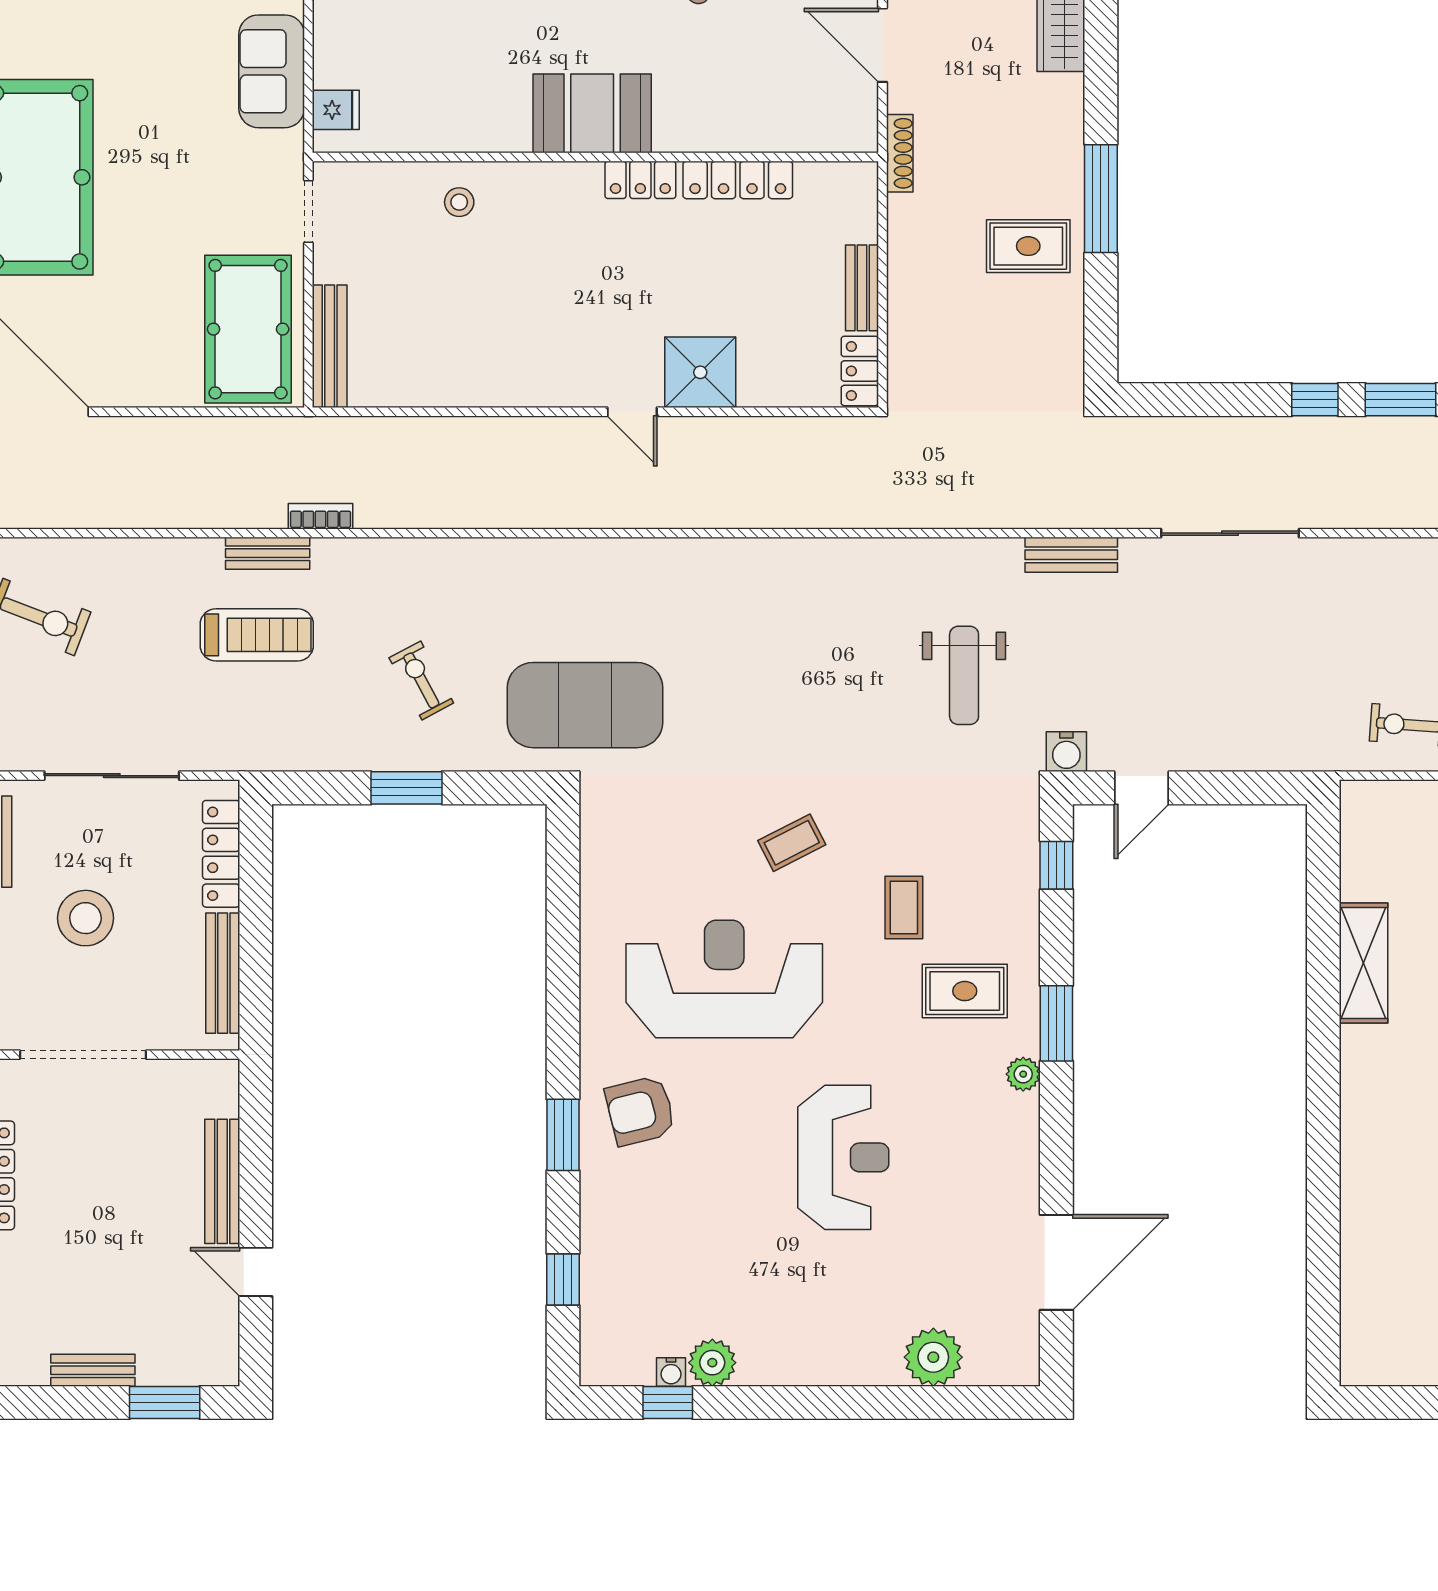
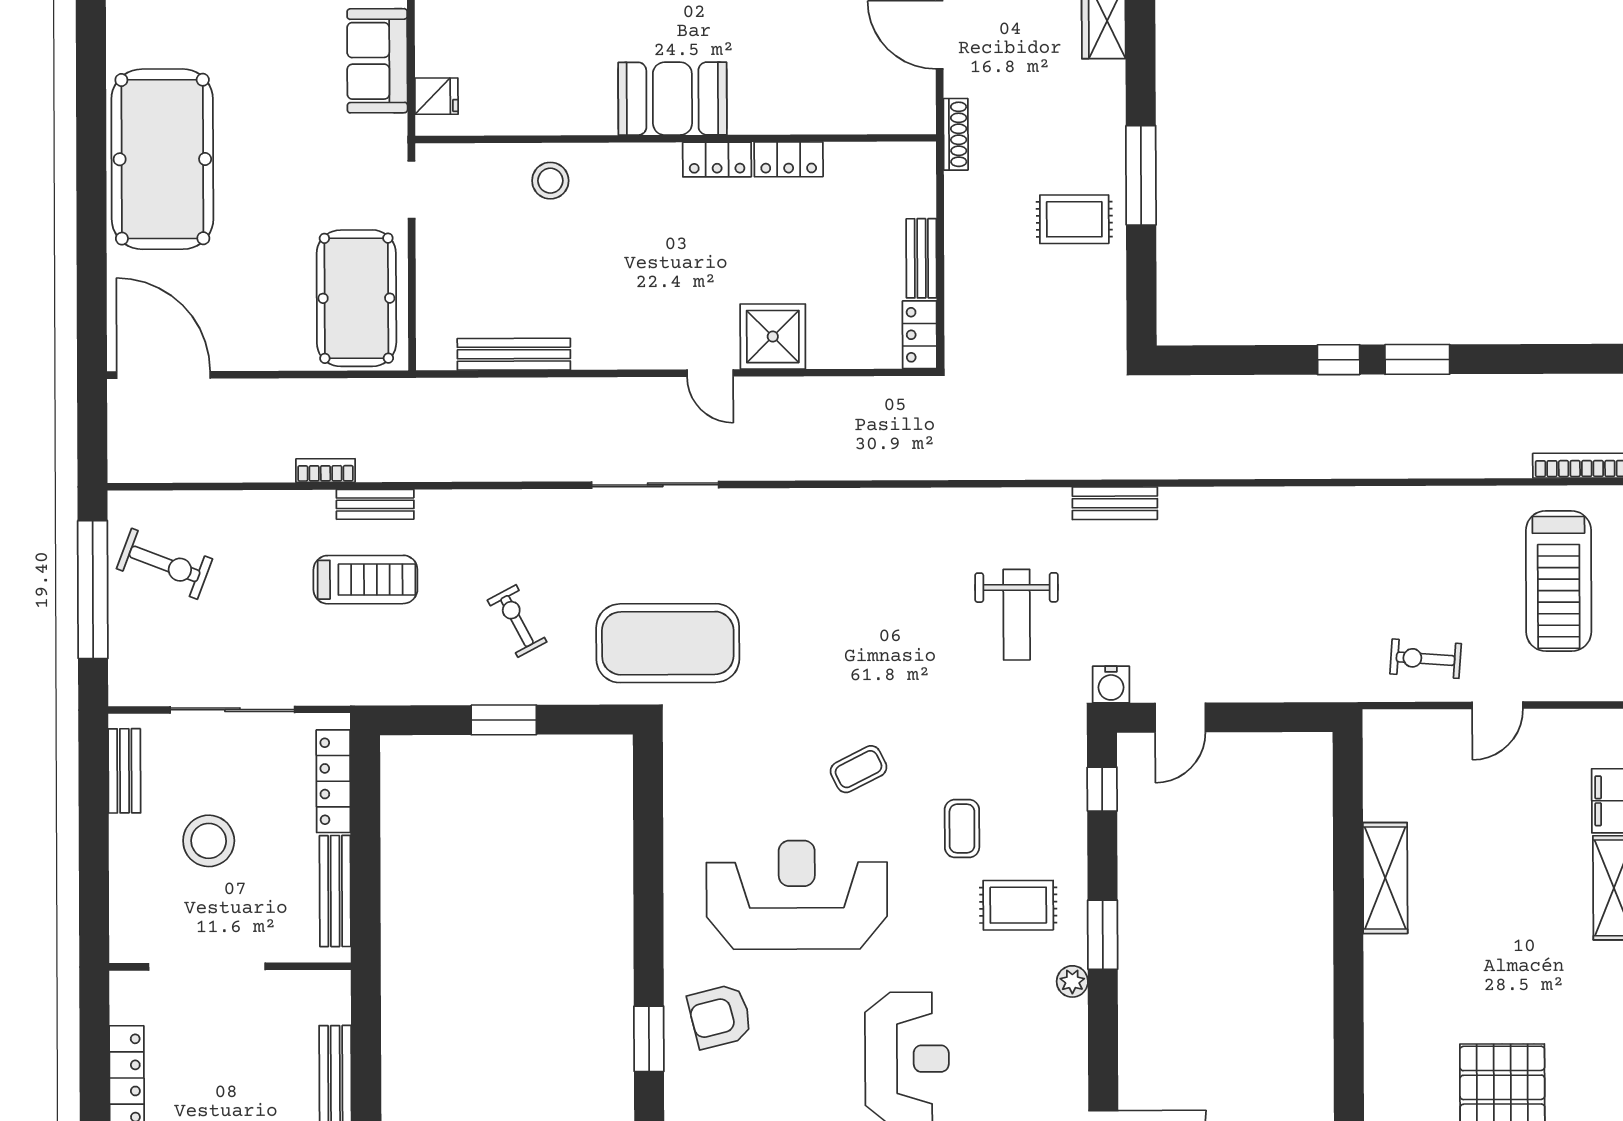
locker: (738, 180) -> (789, 159), width x0.66
stool: (459, 202) -> (550, 181), width x1.37, depth x1.37
bench: (330, 346) -> (514, 354), moved, turned 90
bookcase: (321, 516) -> (325, 471), moved
sliding door: (1230, 533) -> (655, 485), moved

